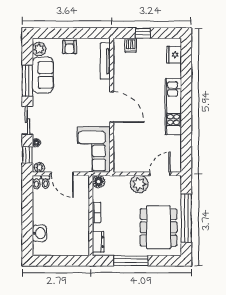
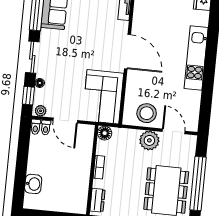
stool: (134, 160) -> (147, 113), added
door: (160, 174) -> (174, 131), hinge flipped

